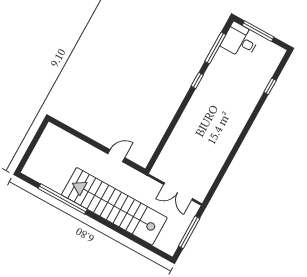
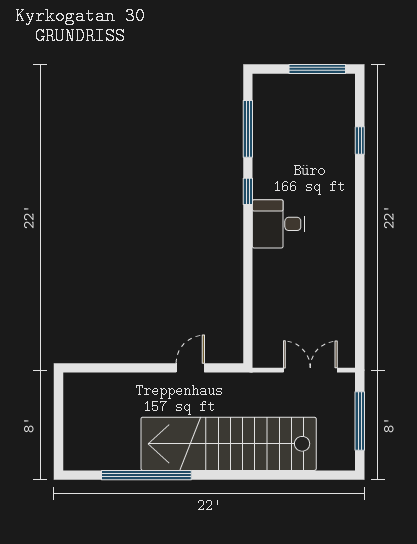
window: (258, 31) -> (317, 69), moved
desk: (240, 41) -> (279, 224), moved
double door: (178, 192) -> (310, 370), swing flipped

